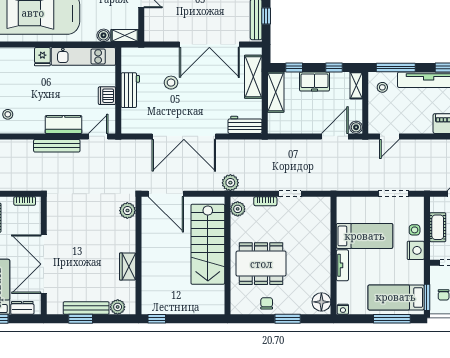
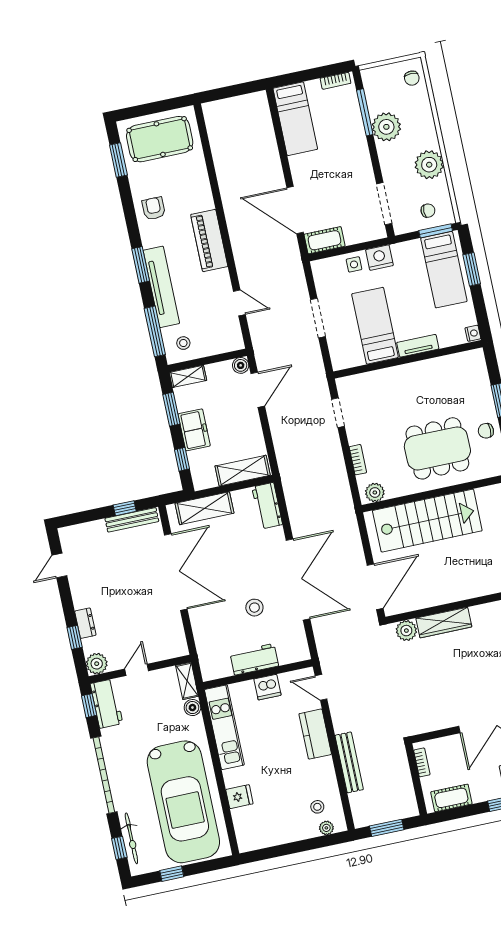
fridge: (42, 57) -> (239, 797), moved
window: (334, 68) -> (171, 409), width x1.50
stool: (171, 83) -> (254, 608), moved
shelving: (276, 92) -> (243, 471), moved
door: (335, 136) -> (258, 390), swing flipped
door: (389, 136) -> (239, 303), moved
bench: (57, 146) -> (349, 762), moved
plant: (230, 183) -> (344, 509), removed
doorway: (290, 194) -> (338, 413), moved
doorway: (394, 194) -> (318, 318), moved
cot: (438, 227) -> (325, 240), moved
dining table: (261, 264) -> (437, 448), turned 90
wardrobe: (128, 267) -> (444, 623), moved, width x1.50
floor lamp: (321, 302) -> (469, 362), removed
window: (392, 319) -> (472, 269), width x0.69

